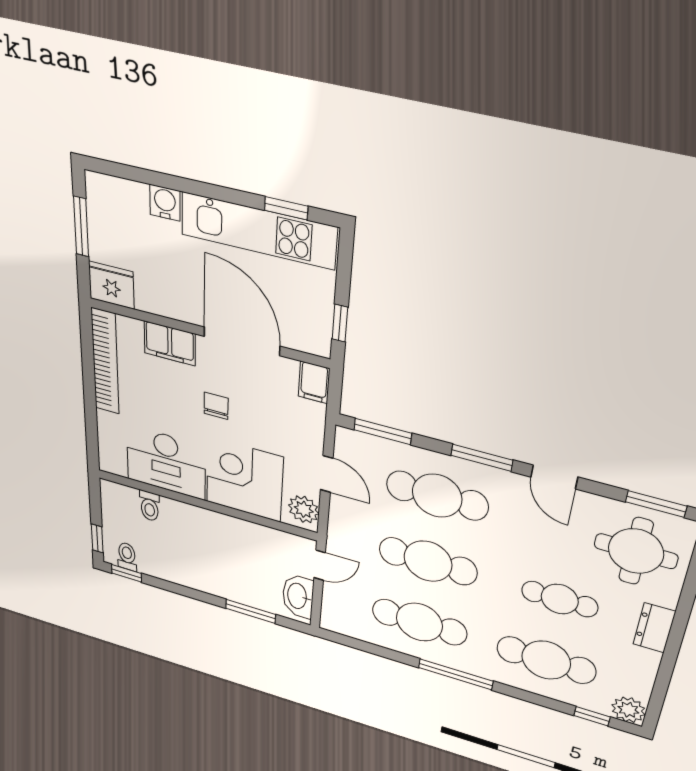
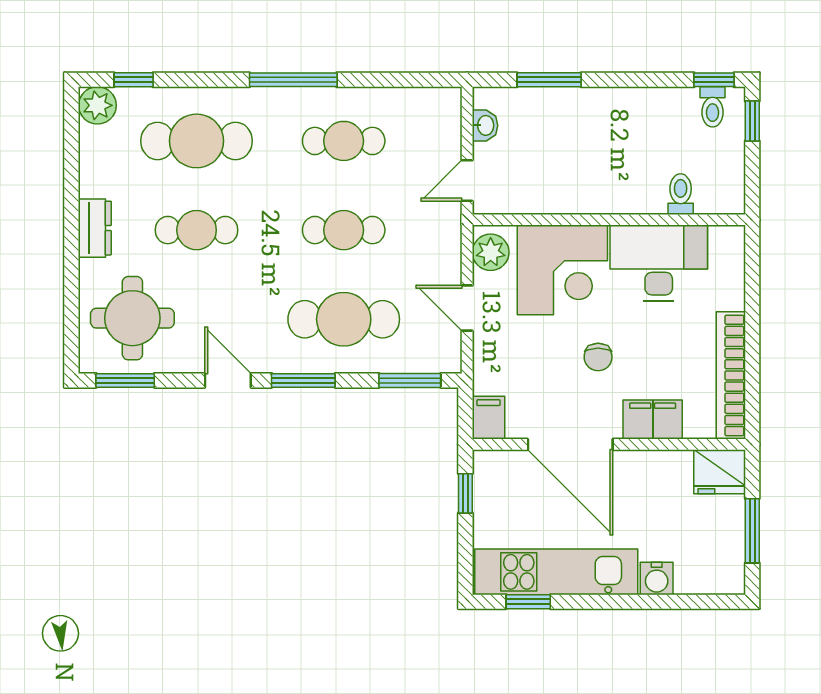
cafe table: (428, 561) -> (344, 230), width x0.73, depth x0.74
washbasin: (298, 596) -> (485, 125), width x0.52, depth x0.69
cafe table: (419, 622) -> (344, 141), width x0.73, depth x0.74

